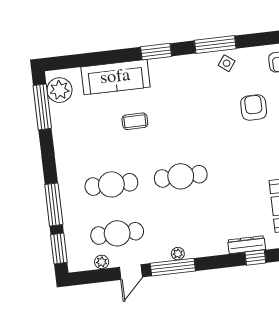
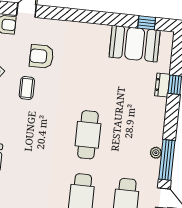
coffee table: (135, 121) -> (27, 88), moved
dresser: (247, 245) -> (162, 85), width x0.70

